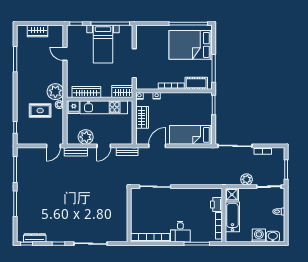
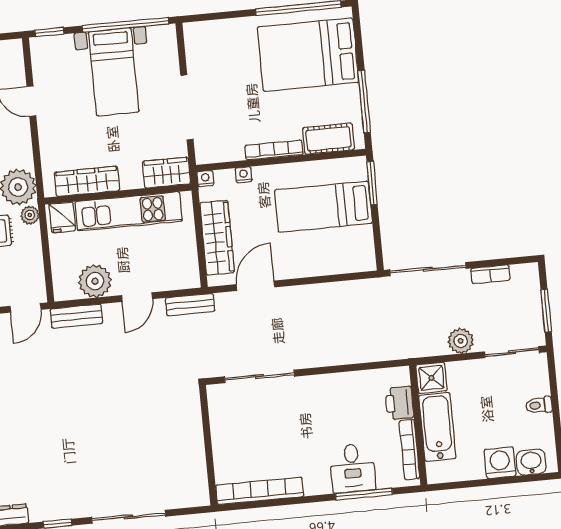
wardrobe: (142, 117) -> (217, 238), width x1.50
bed: (191, 135) -> (323, 207), moved
desk: (180, 232) -> (352, 468), moved

